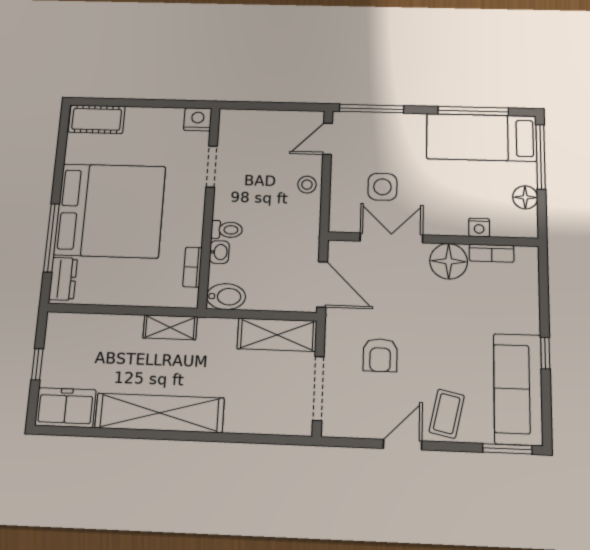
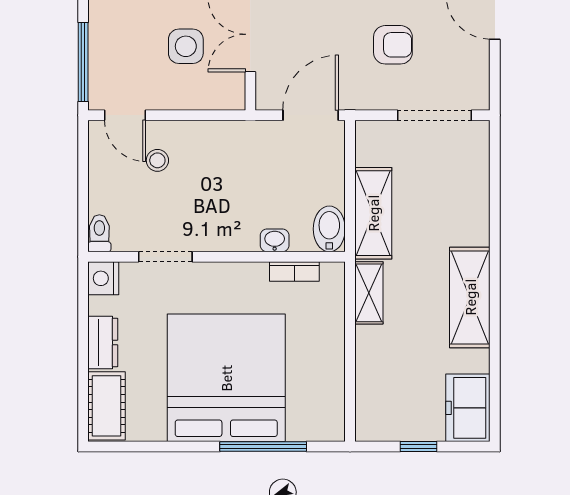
stool: (307, 185) -> (157, 160), moved
toilet: (227, 230) -> (99, 233), moved
dresser: (63, 279) -> (103, 342), moved, turned 90
shelving: (277, 335) -> (373, 213), moved
shelving: (160, 413) -> (470, 297), width x0.68

